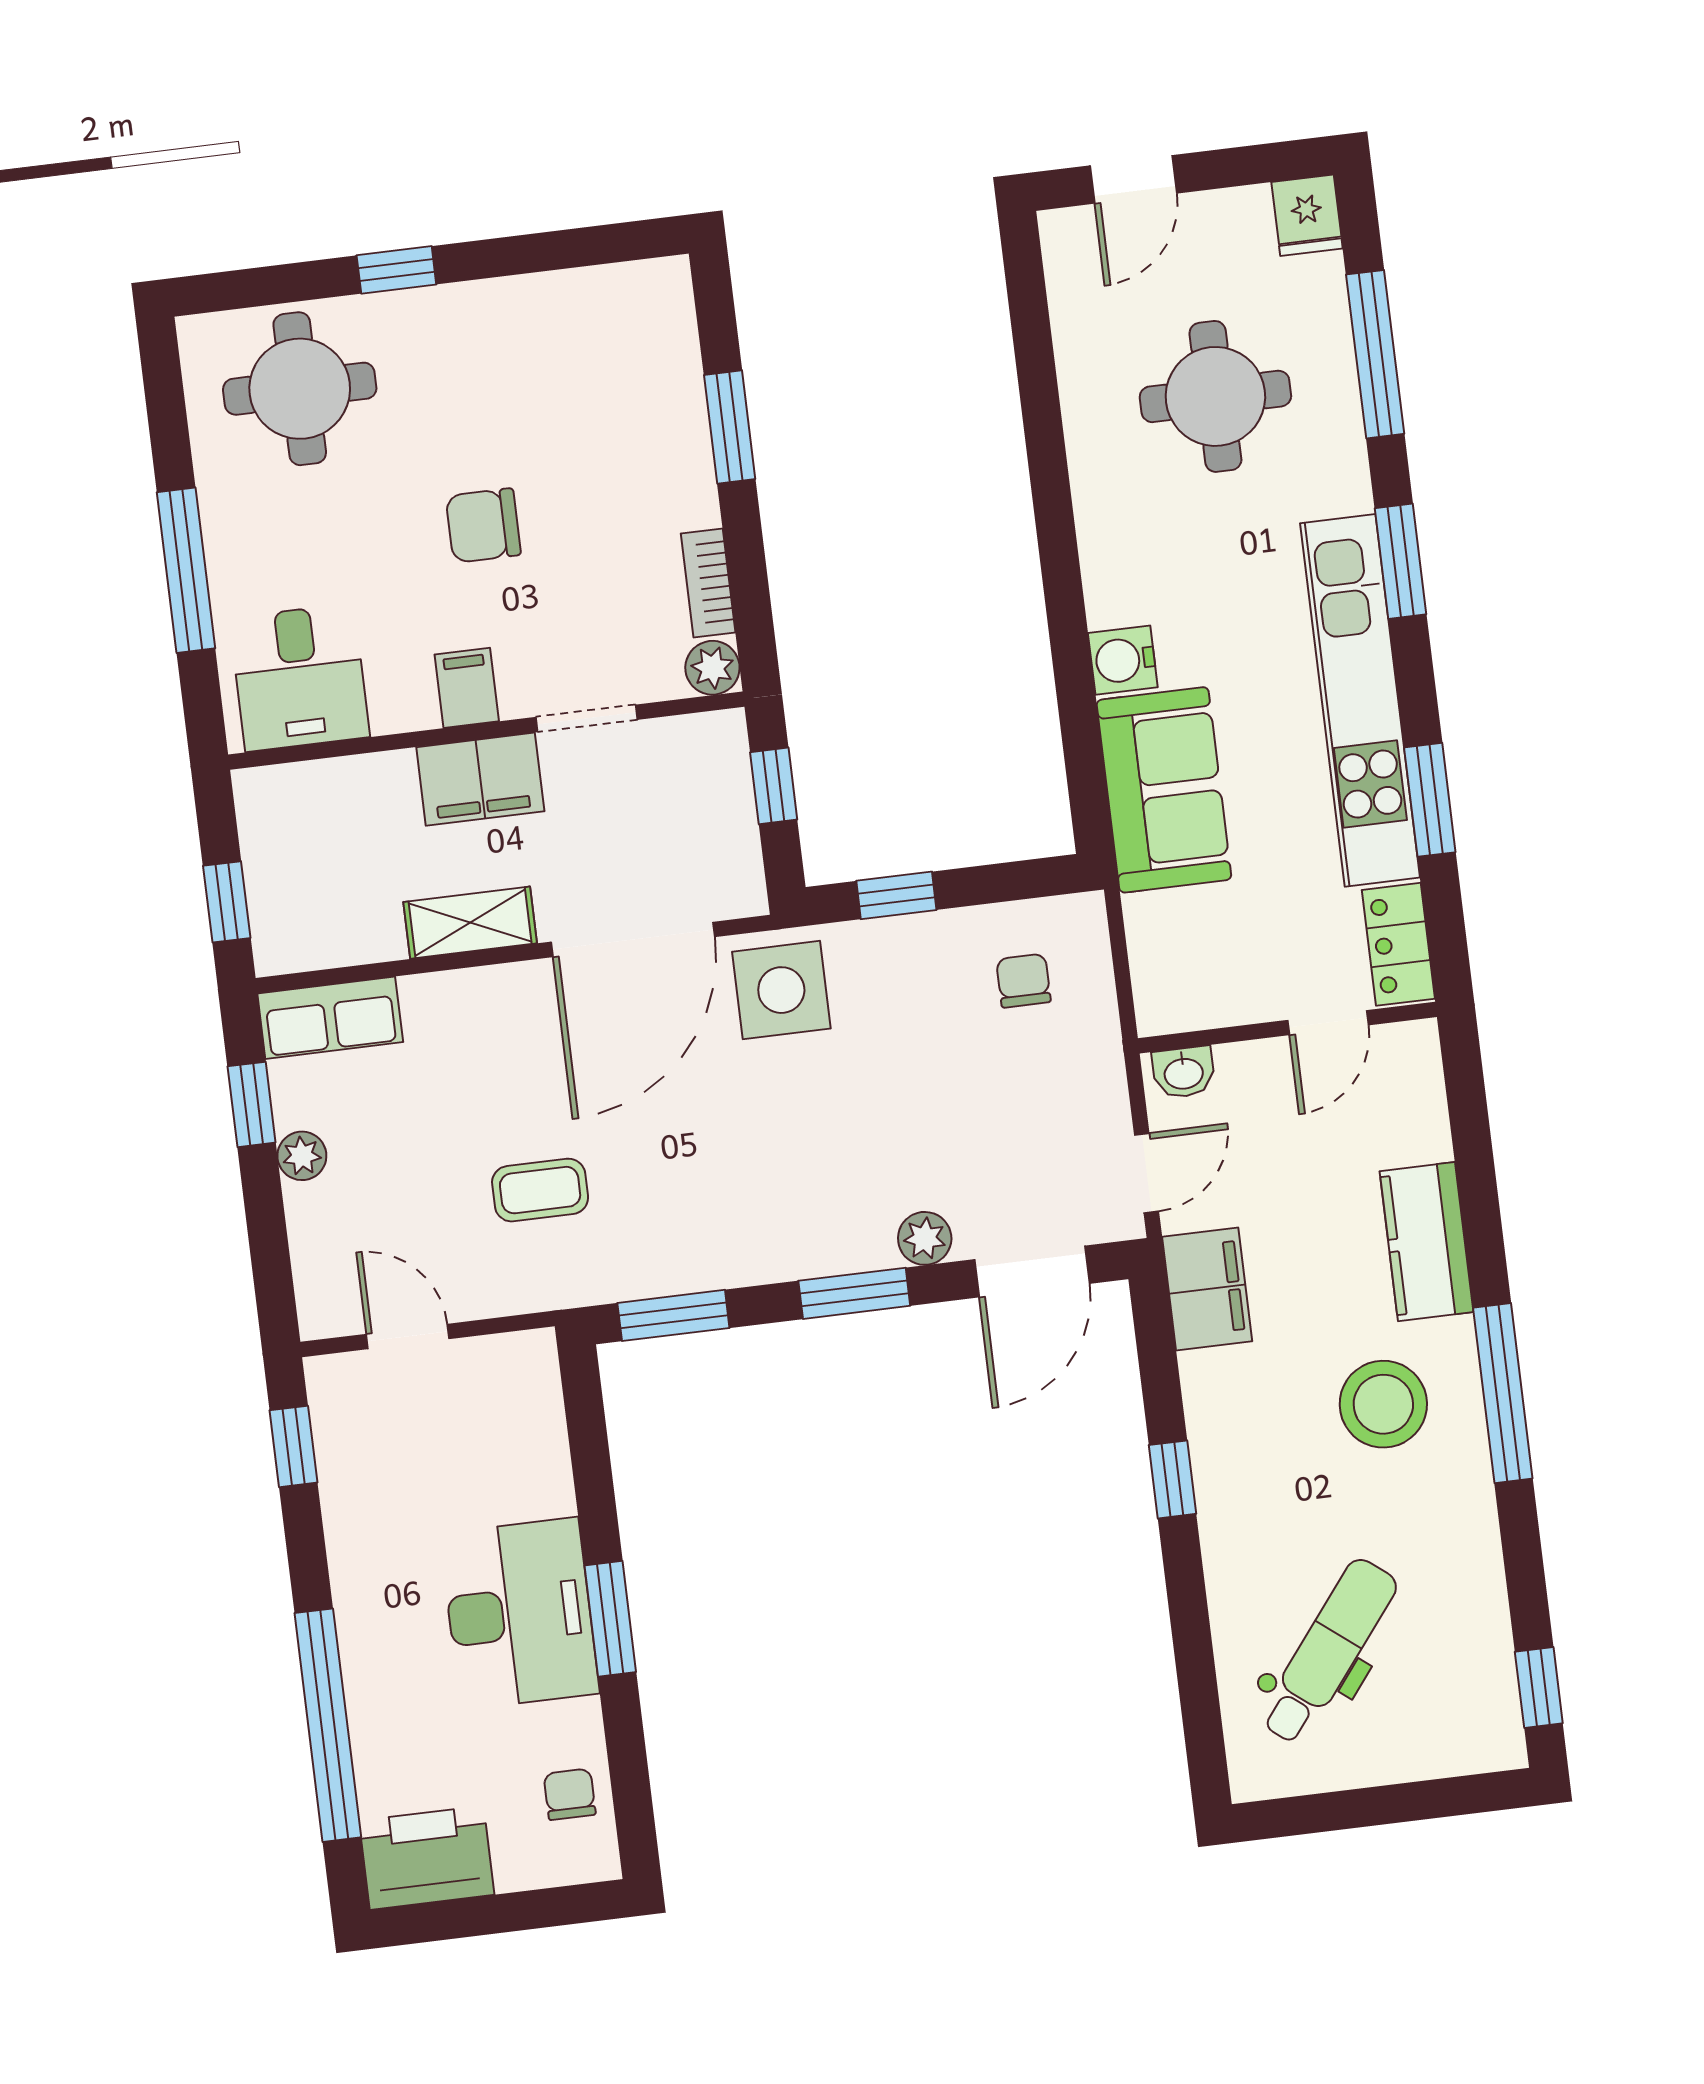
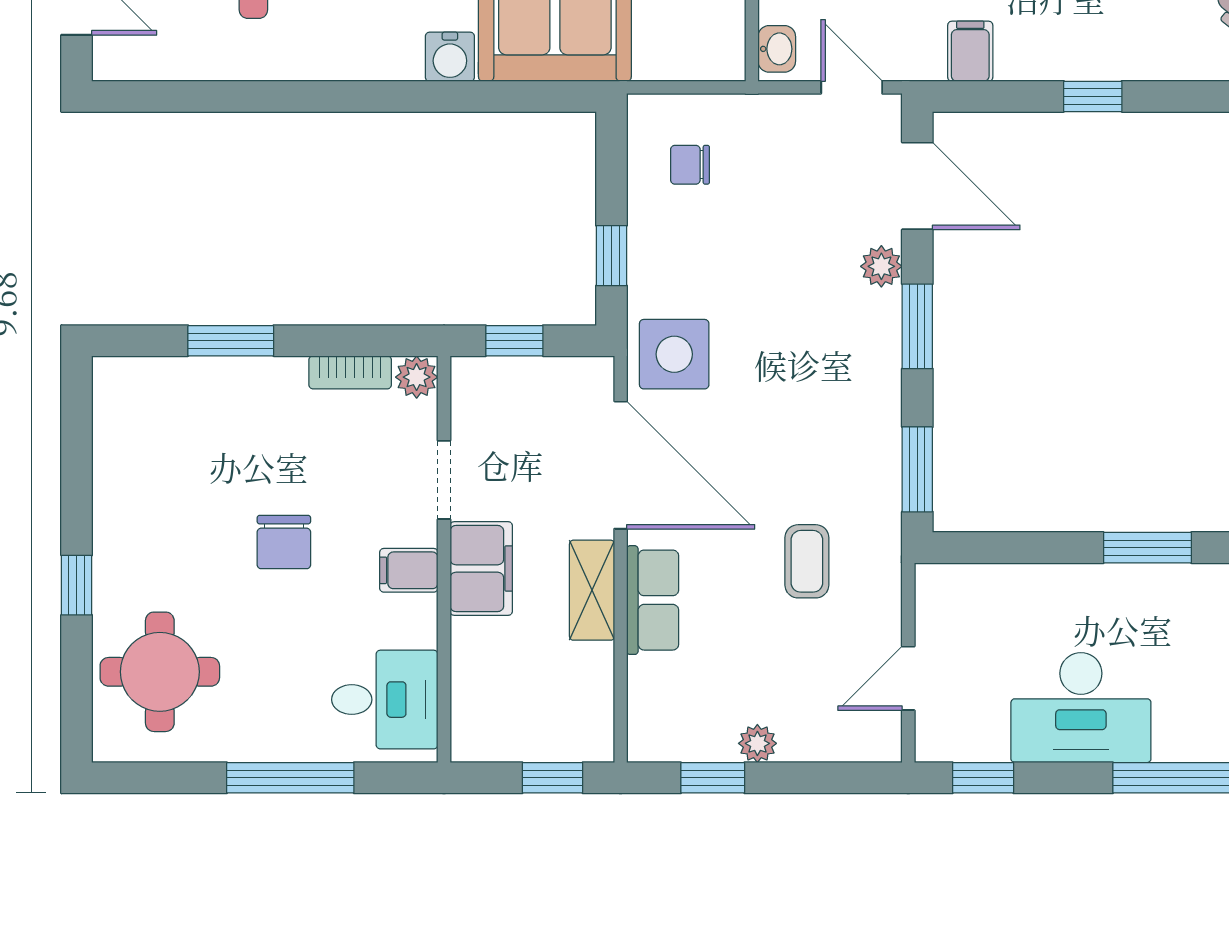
row of seats: (330, 1018) -> (653, 600), moved
filing cabinet: (1207, 1289) -> (970, 51), width x0.50
desk: (519, 1614) -> (1081, 708), moved, turned 180

